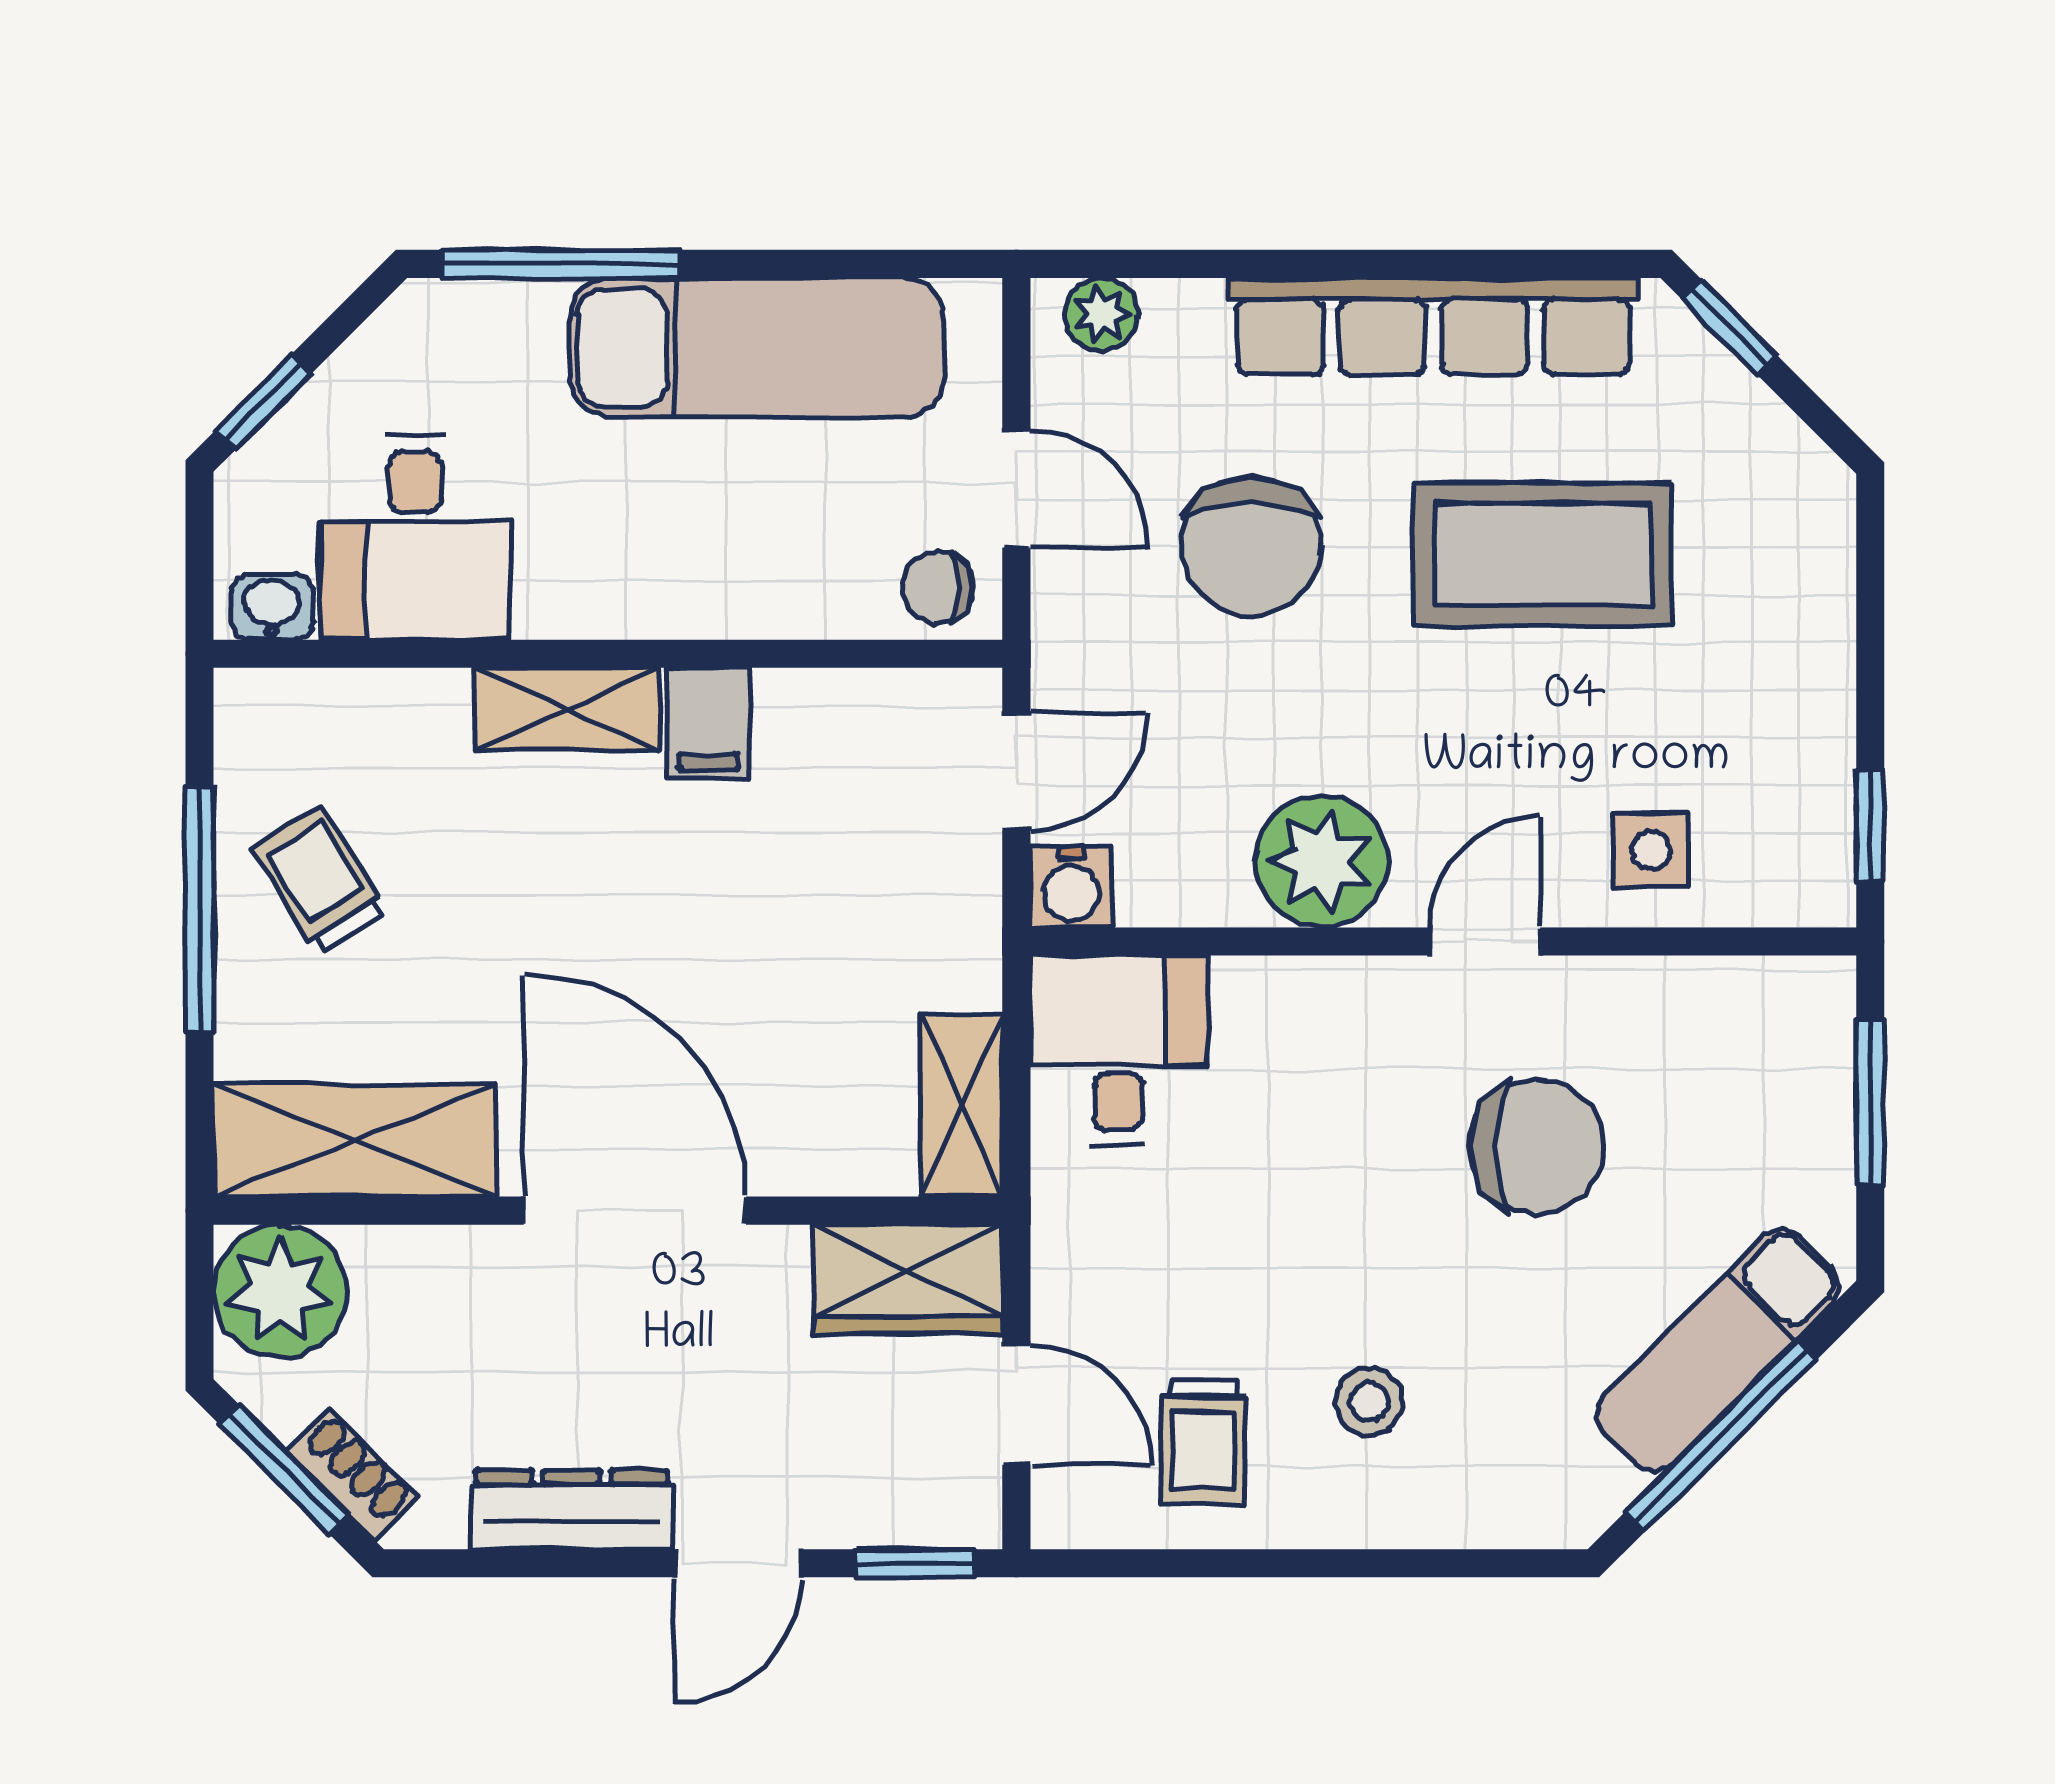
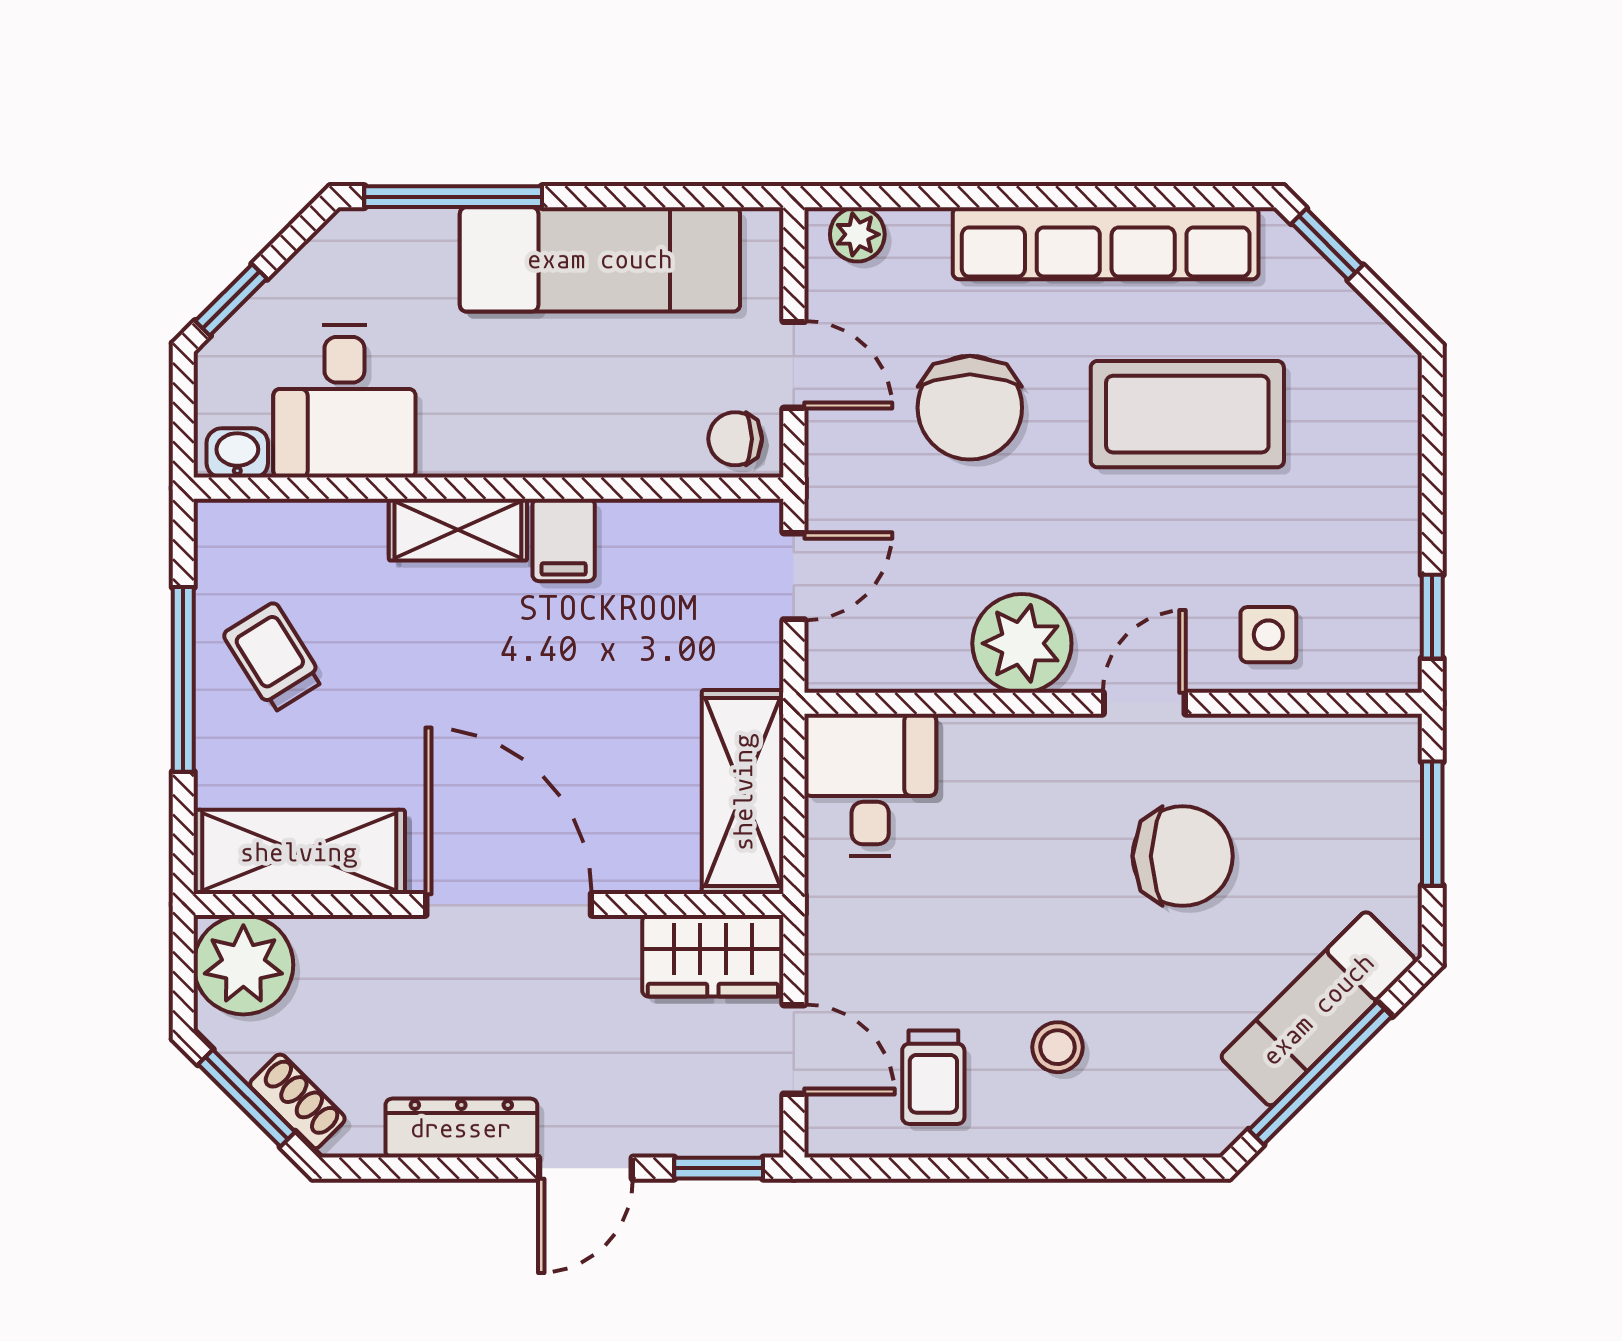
water cooler: (1071, 887) -> (835, 662), removed
shelving: (961, 1106) -> (743, 792), width x1.50, depth x1.33

